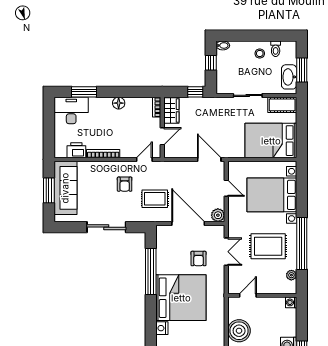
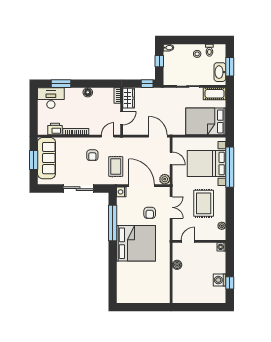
rug: (155, 199) -> (116, 167), turned 90
window: (302, 244) -> (230, 167), moved
rug: (268, 246) -> (204, 203), turned 90
nightstand: (162, 328) -> (121, 192), moved
boiler: (239, 331) -> (177, 265), width x0.54, depth x0.54

